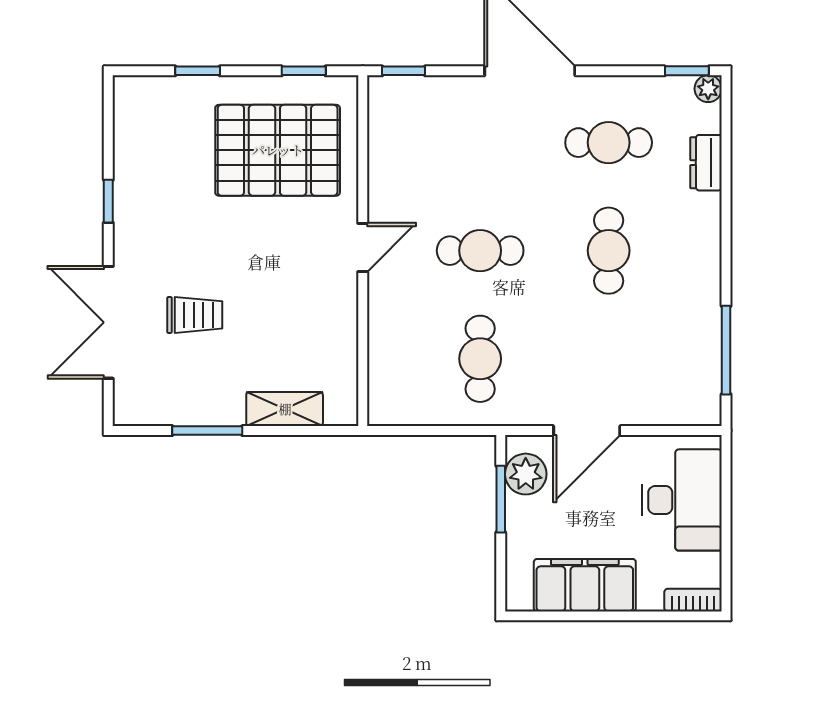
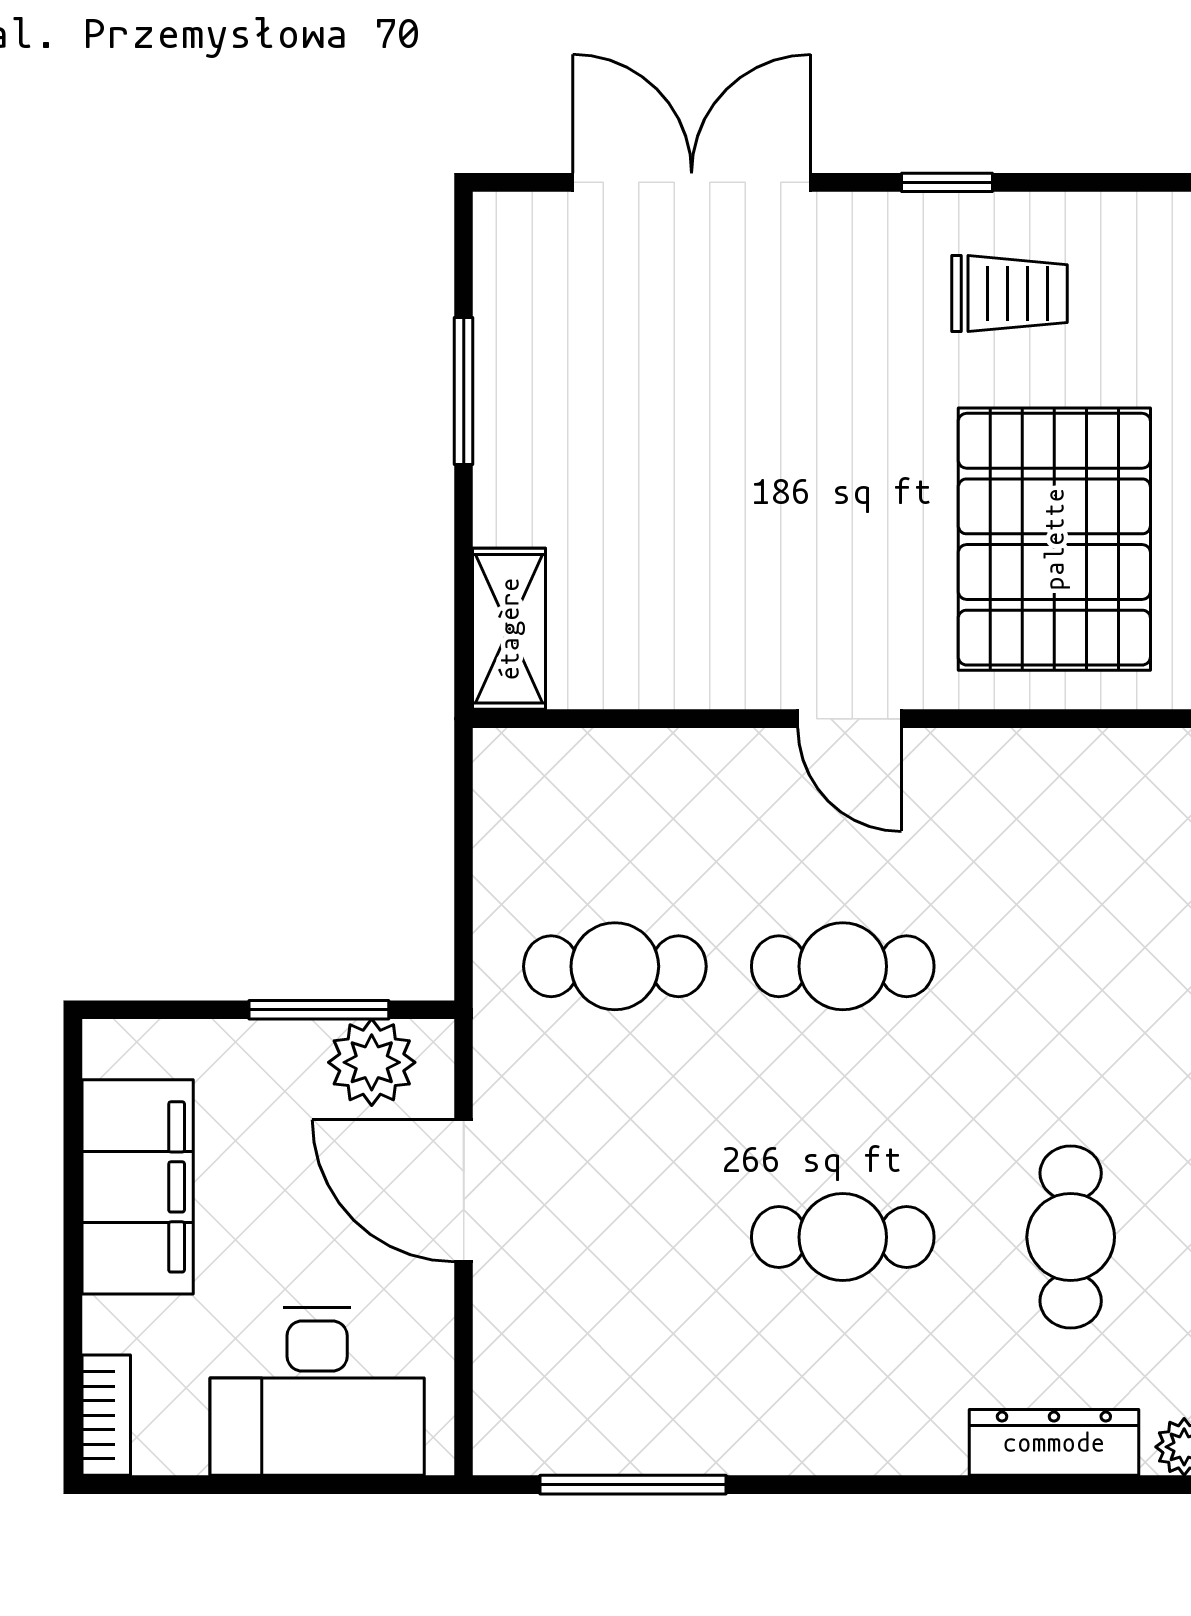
dresser: (706, 163) -> (1054, 1442), width x1.44
cafe table: (480, 251) -> (843, 966), turned 90
trolley: (195, 315) -> (1010, 294), moved, turned -90
shelving: (285, 409) -> (509, 629), moved

